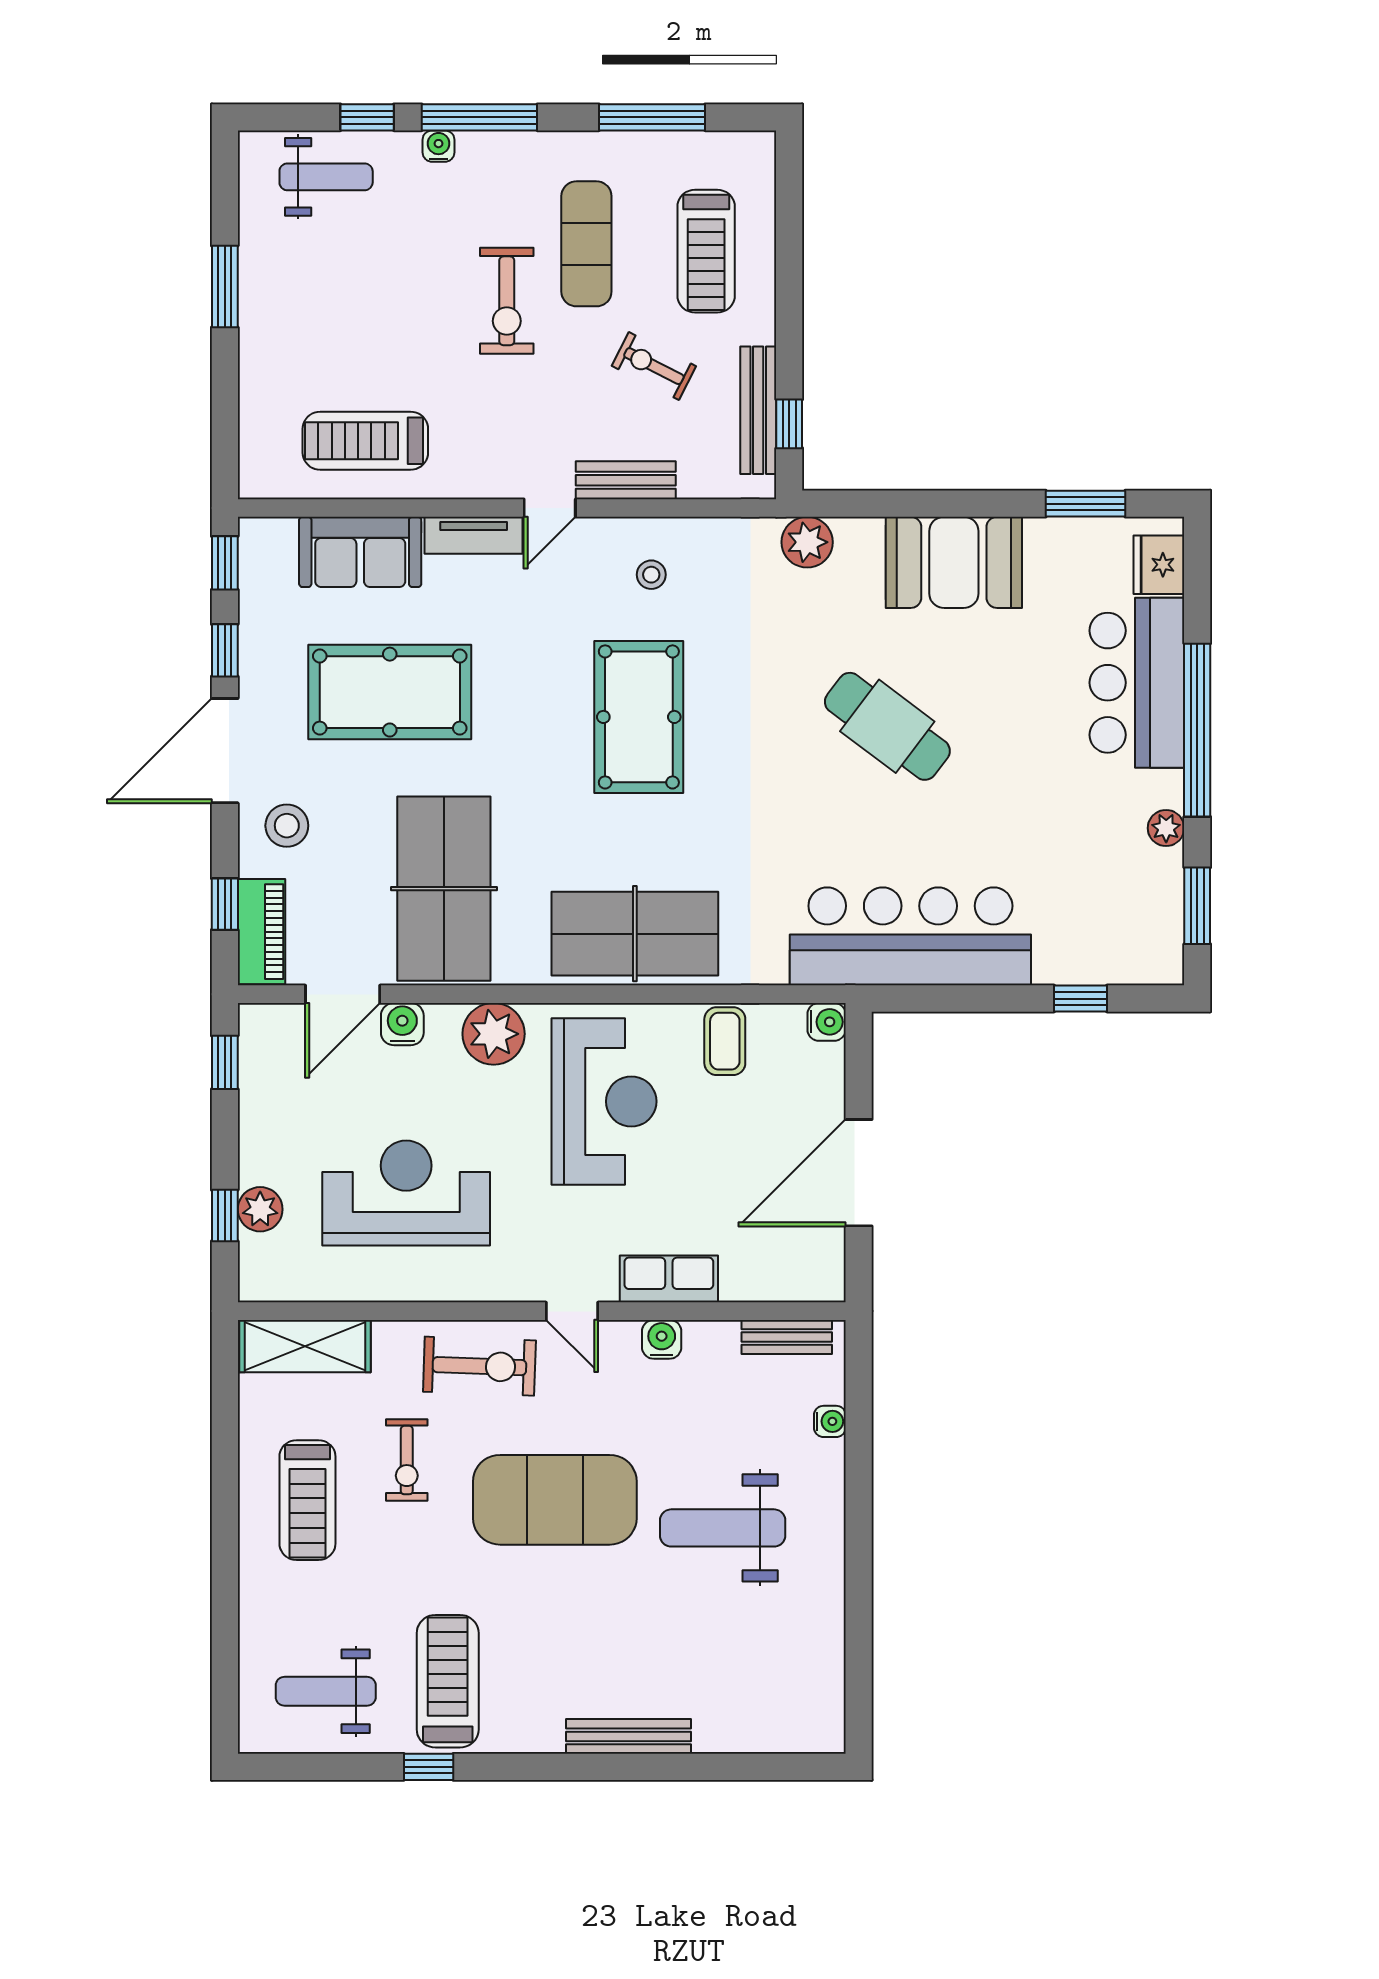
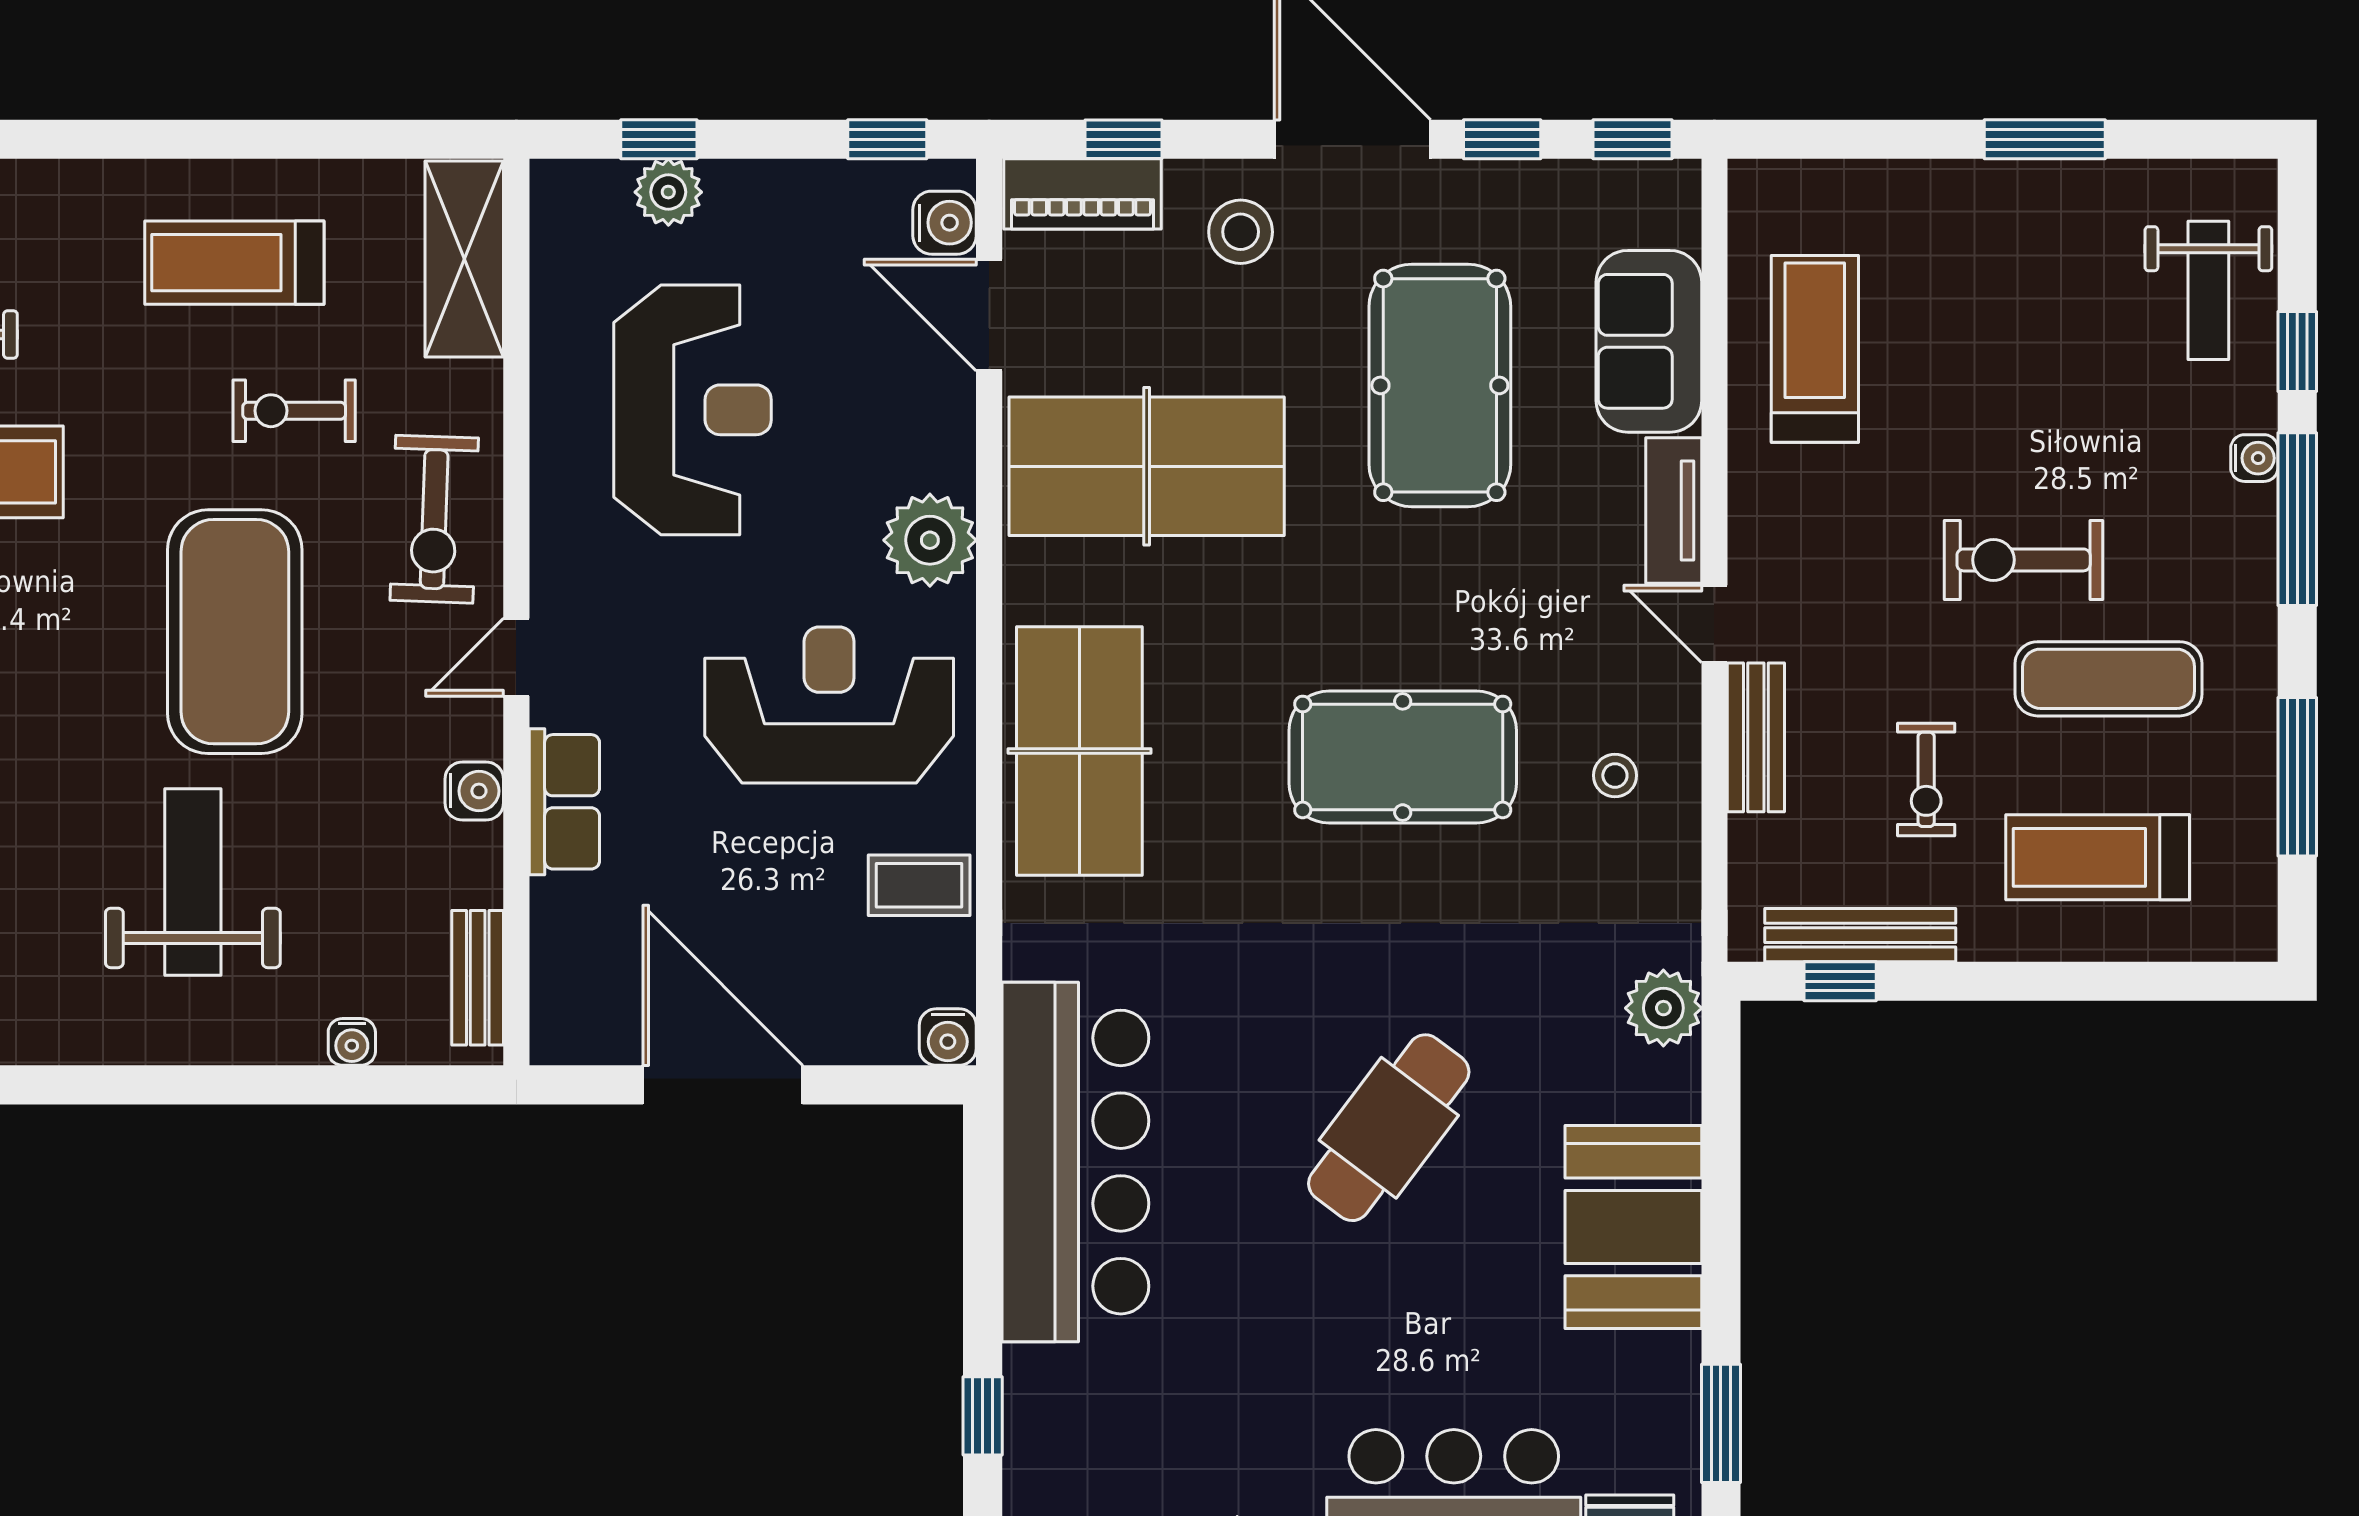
exercise bike: (654, 366) -> (1926, 779), turned 153
water cooler: (402, 1024) -> (945, 223), moved
reception desk: (604, 1101) -> (829, 705), turned 180

